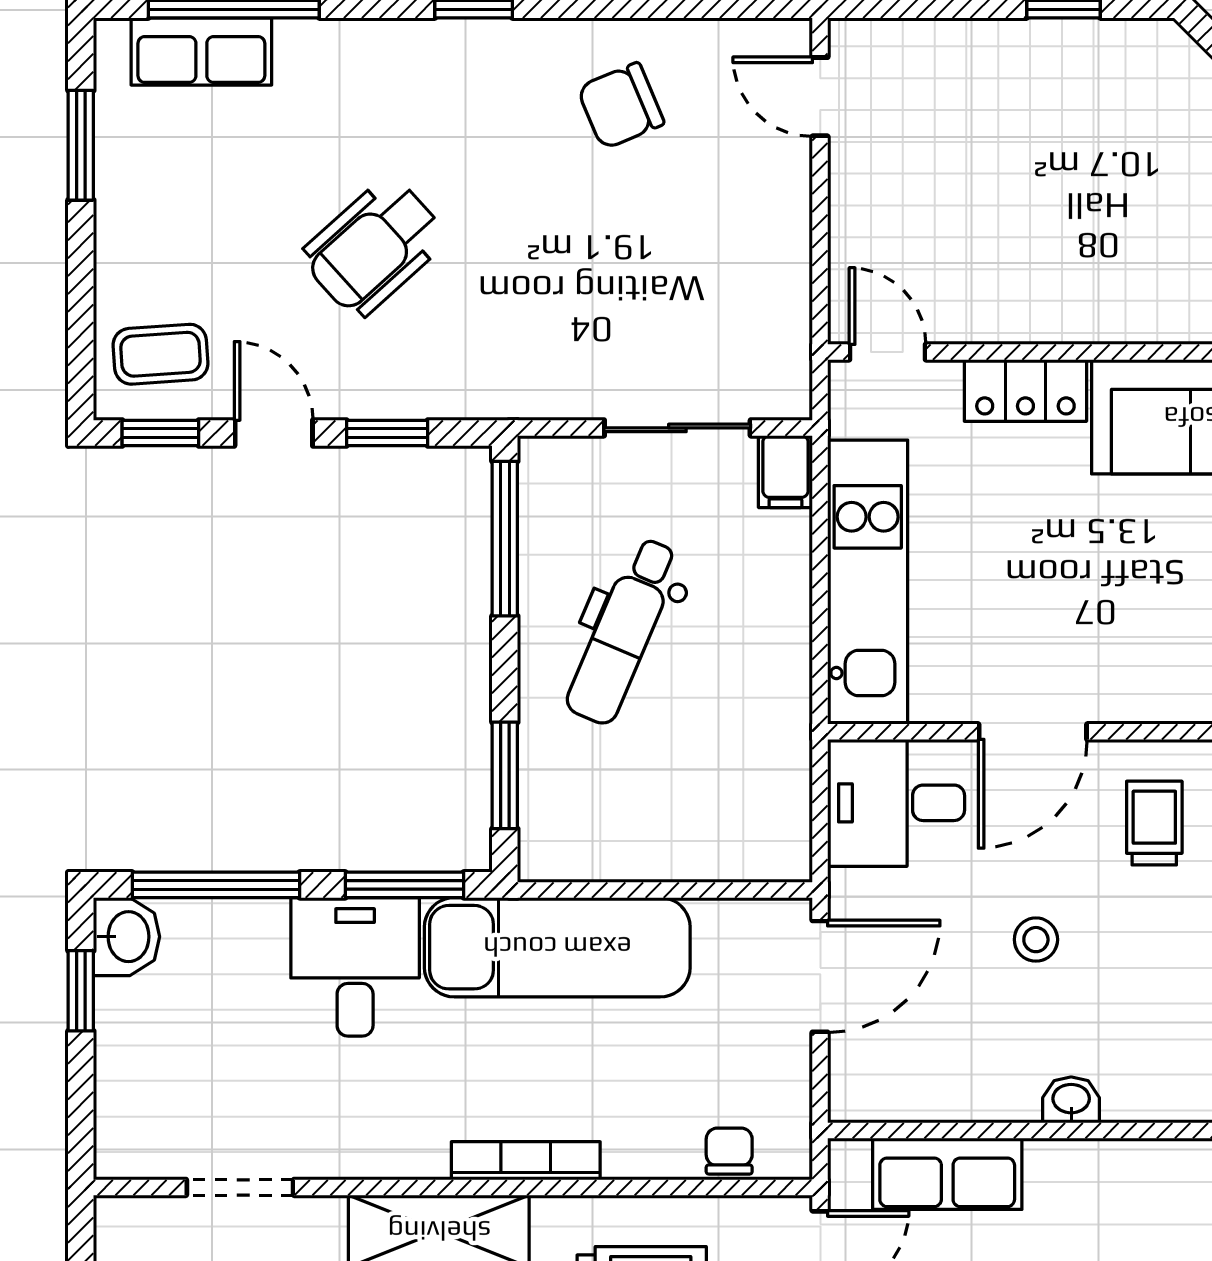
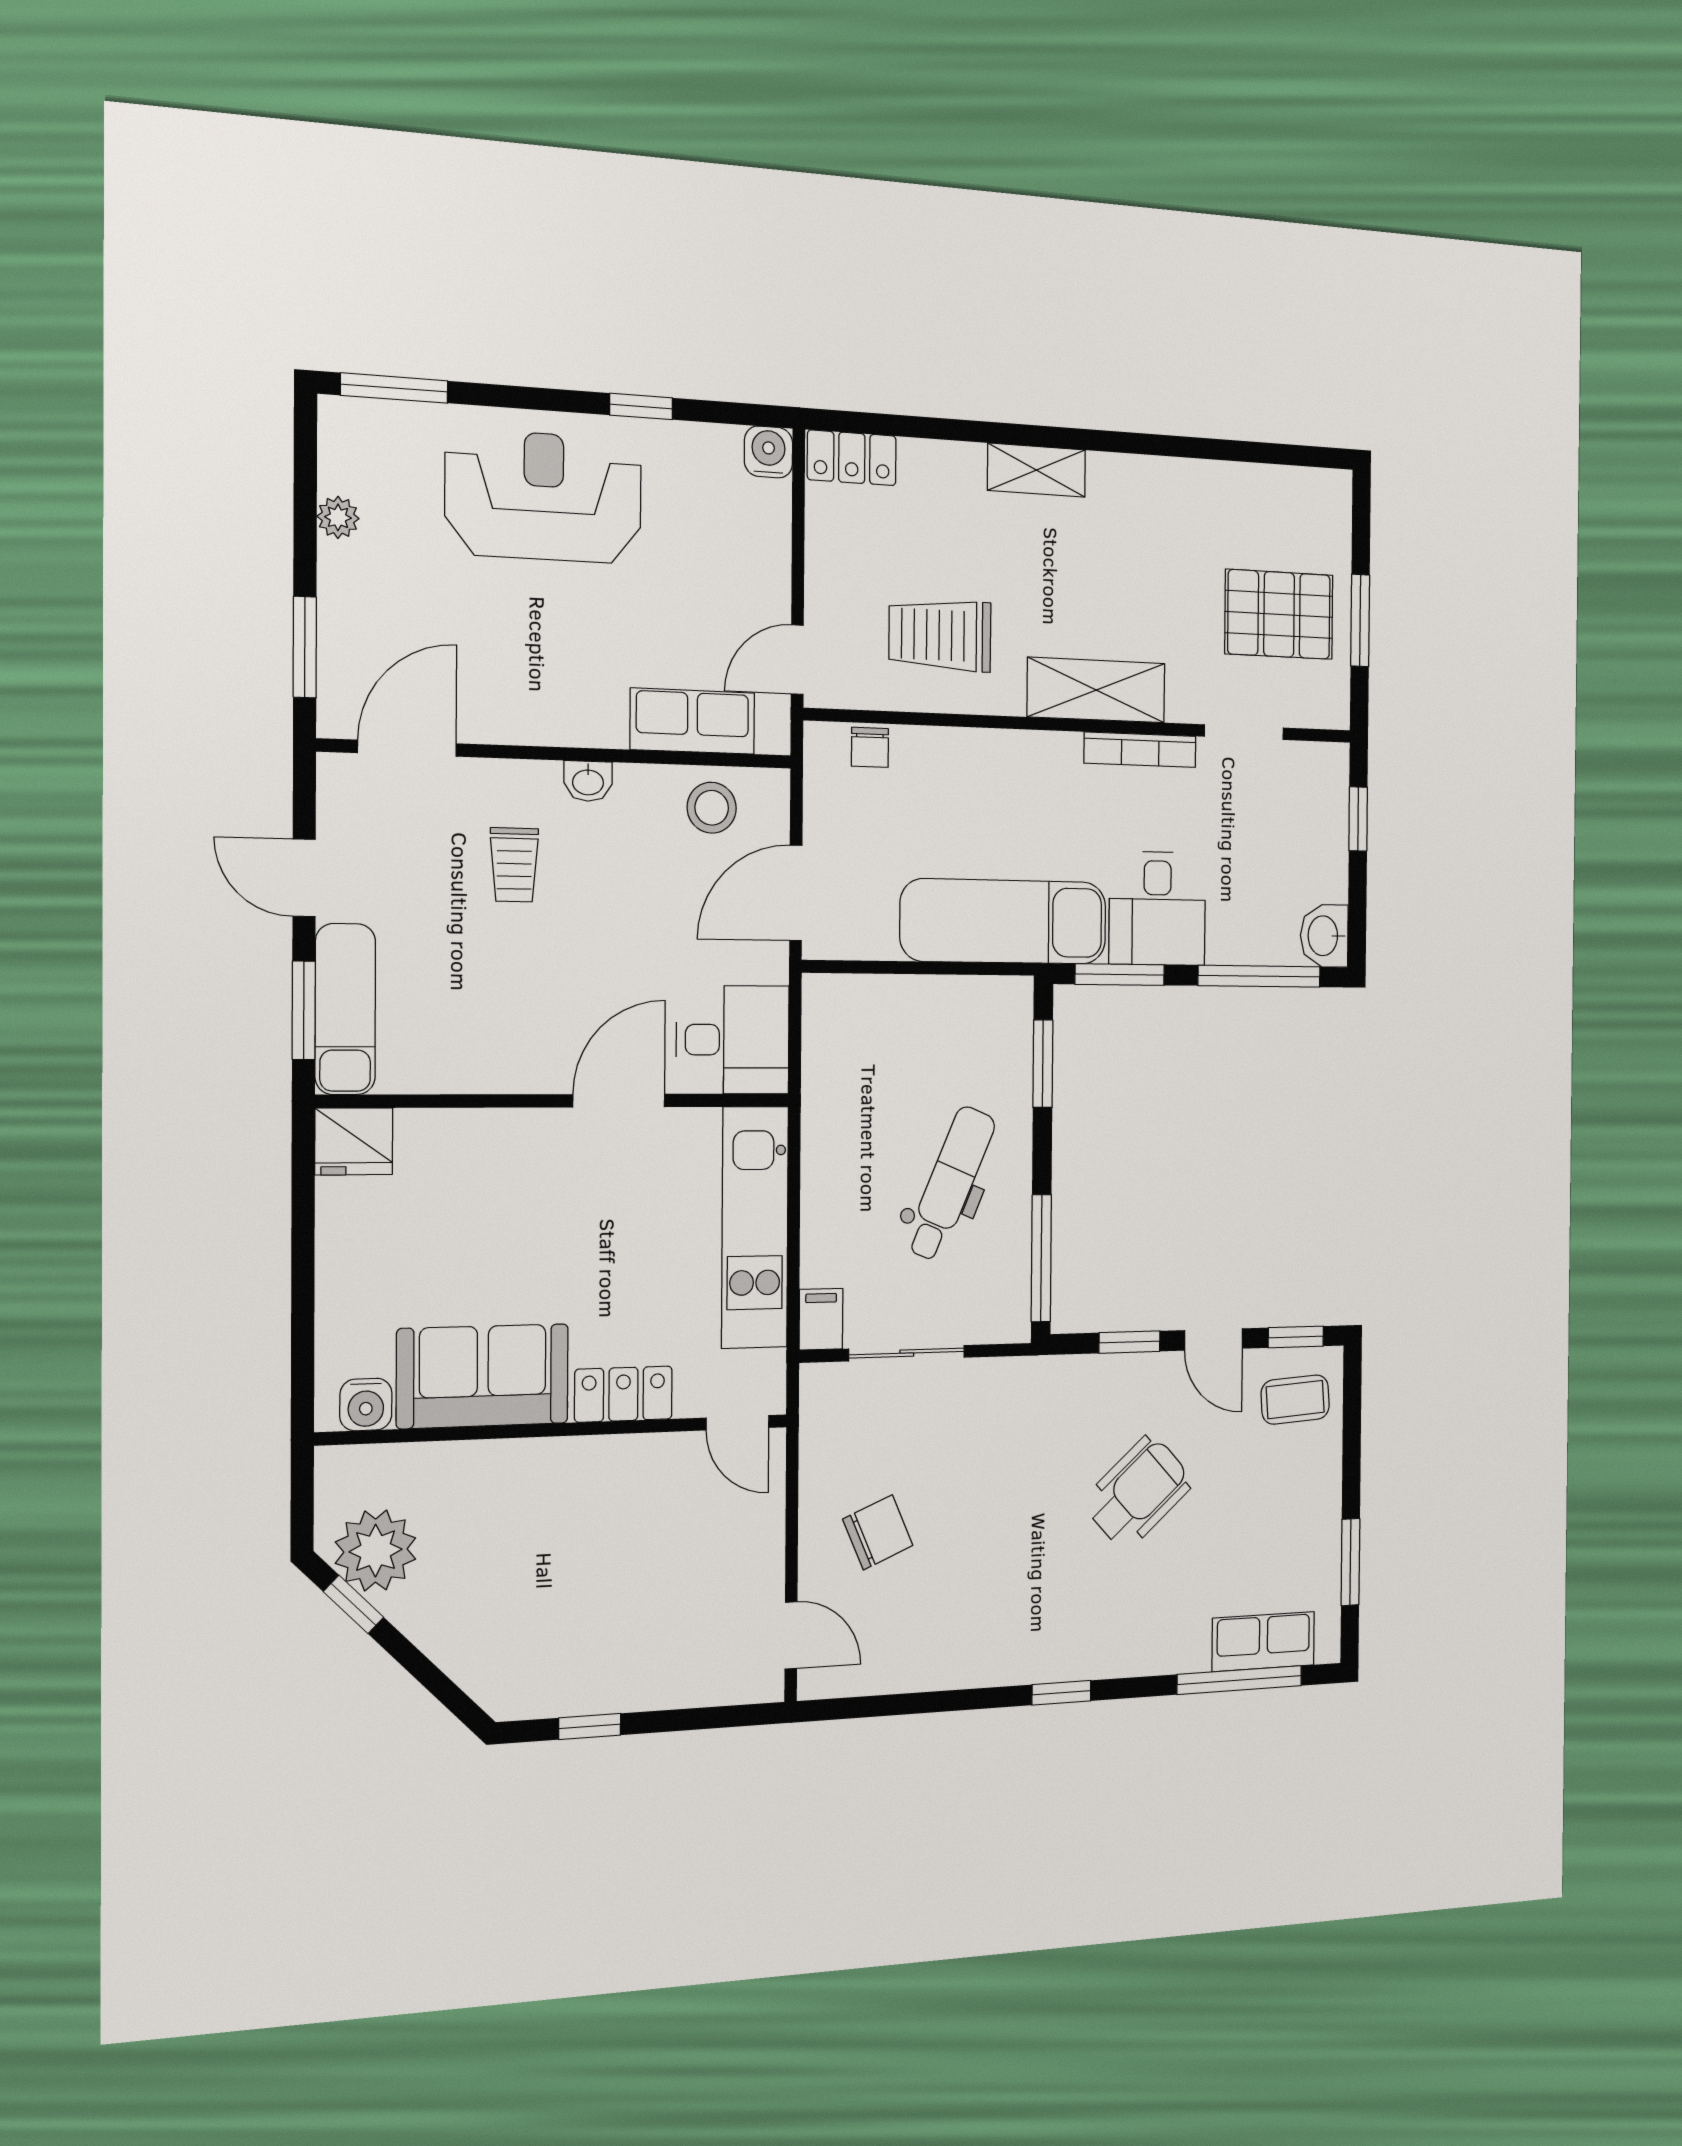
chair: (621, 106) -> (878, 1532), moved
trolley: (1154, 823) -> (514, 865), moved
stool: (1036, 940) -> (712, 808), moved, width x1.37, depth x1.37
window: (81, 991) -> (1358, 819), moved
bookcase: (526, 1161) -> (1140, 750), moved

